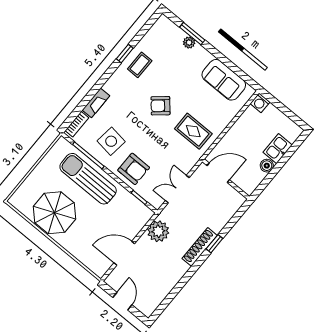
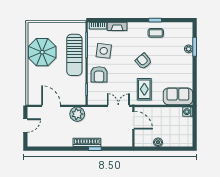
sofa: (224, 80) -> (178, 96), moved, turned 90
kitchen sink: (278, 149) -> (172, 141), removed
sun lounger: (88, 179) -> (74, 55), turned 180
double door: (177, 189) -> (118, 106), moved

